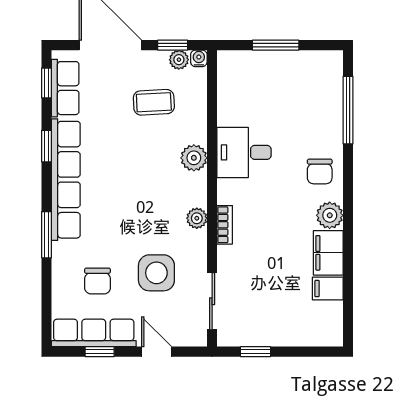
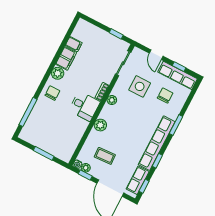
desk: (244, 152) -> (84, 106), moved

